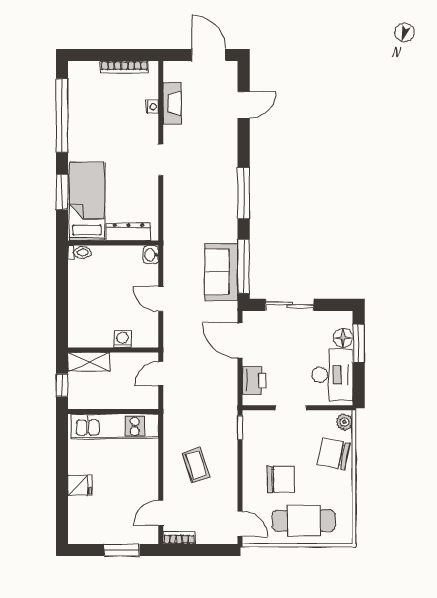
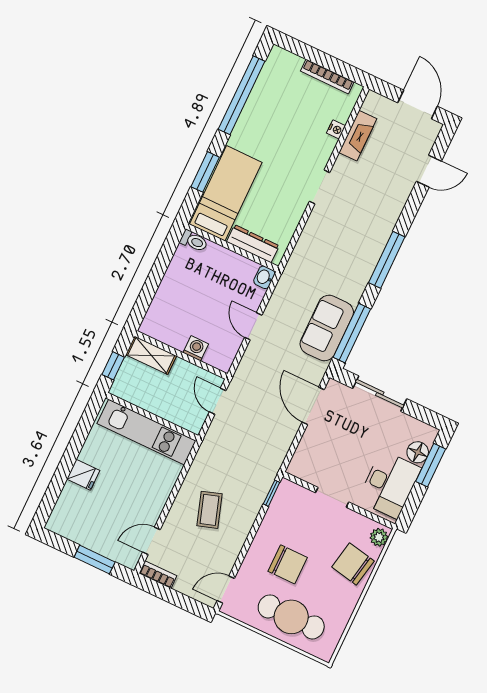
door: (161, 374) -> (218, 401), hinge flipped
printer: (254, 380) -> (308, 453), removed
door: (240, 524) -> (226, 590), swing flipped

